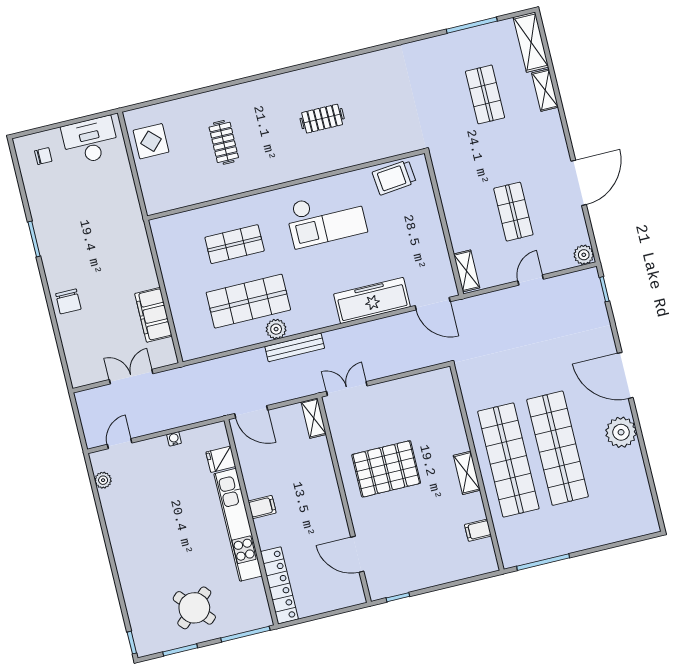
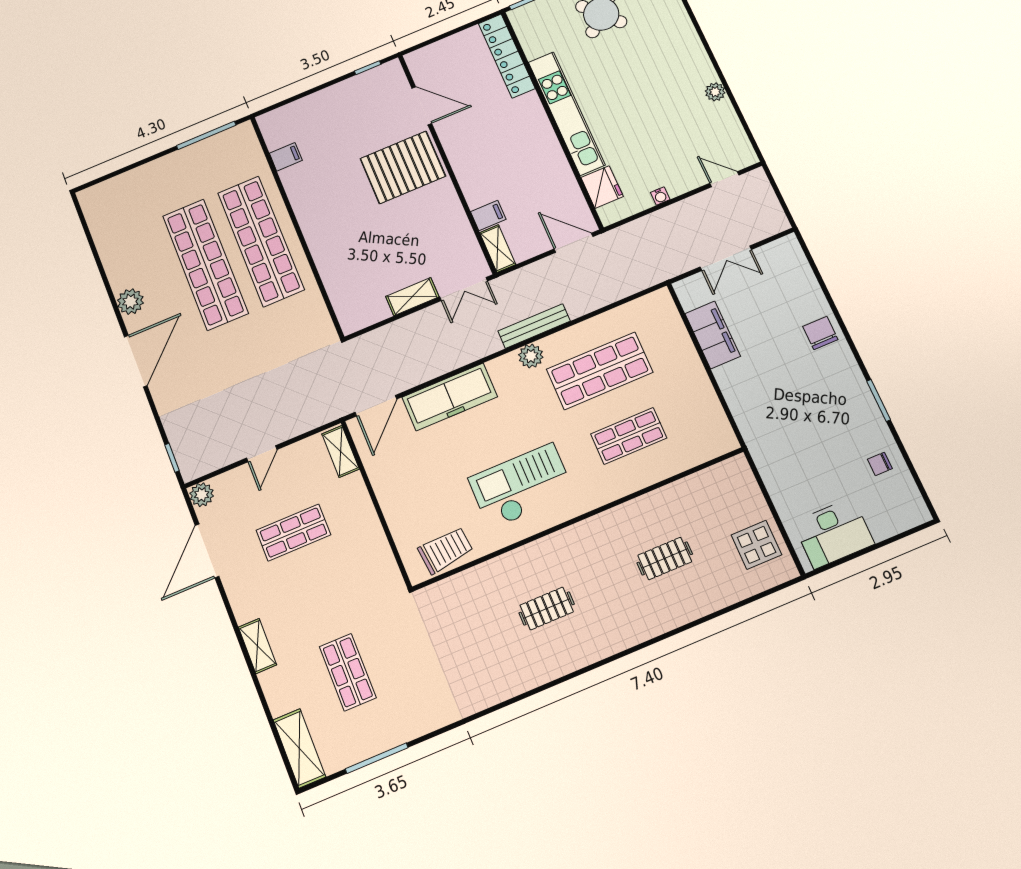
shelving: (545, 90) -> (257, 646), moved
clothes rail: (224, 142) -> (665, 558), turned 90
chair: (43, 156) -> (880, 464), moved
door: (579, 183) -> (207, 551), moved
shop shelf: (513, 212) -> (293, 533), turned 90
door: (433, 304) -> (376, 406), swing flipped
plant: (276, 329) -> (531, 356), moved
door: (625, 375) -> (136, 361), hinge flipped
plant: (621, 432) -> (130, 302), width x0.73, depth x0.73
door: (120, 444) -> (724, 179), swing flipped
fridge: (221, 459) -> (602, 187), width x1.38
pallet: (386, 469) -> (403, 167), moved
shelving: (467, 473) -> (412, 297), moved, turned 90
plant: (103, 480) -> (715, 92), moved
filing cabinet: (262, 507) -> (488, 216), moved, turned 180

